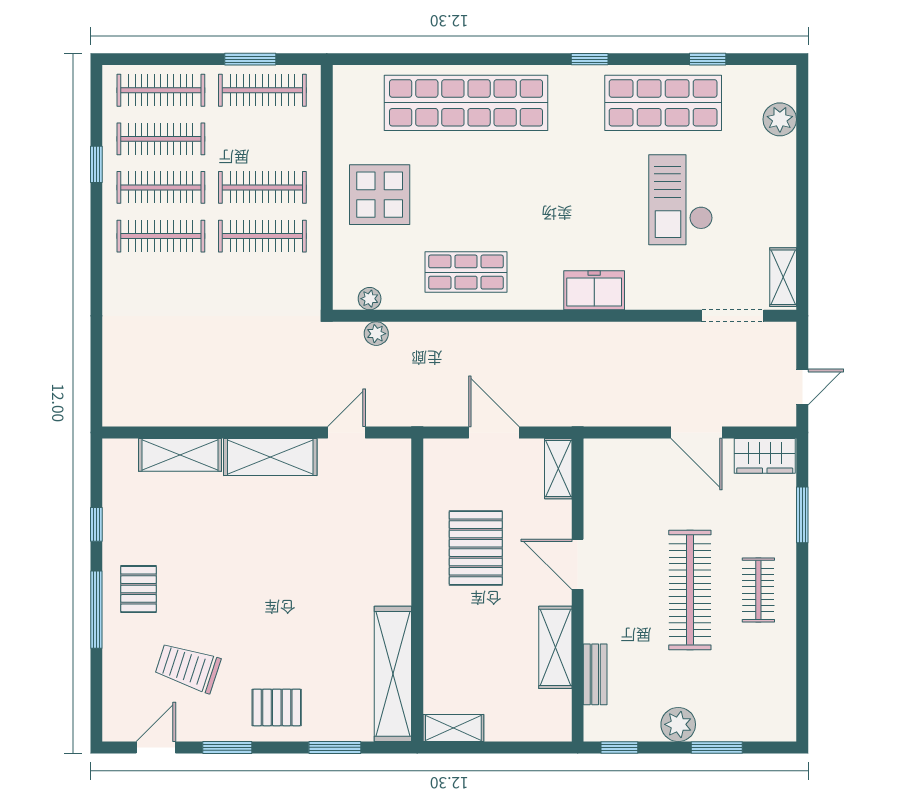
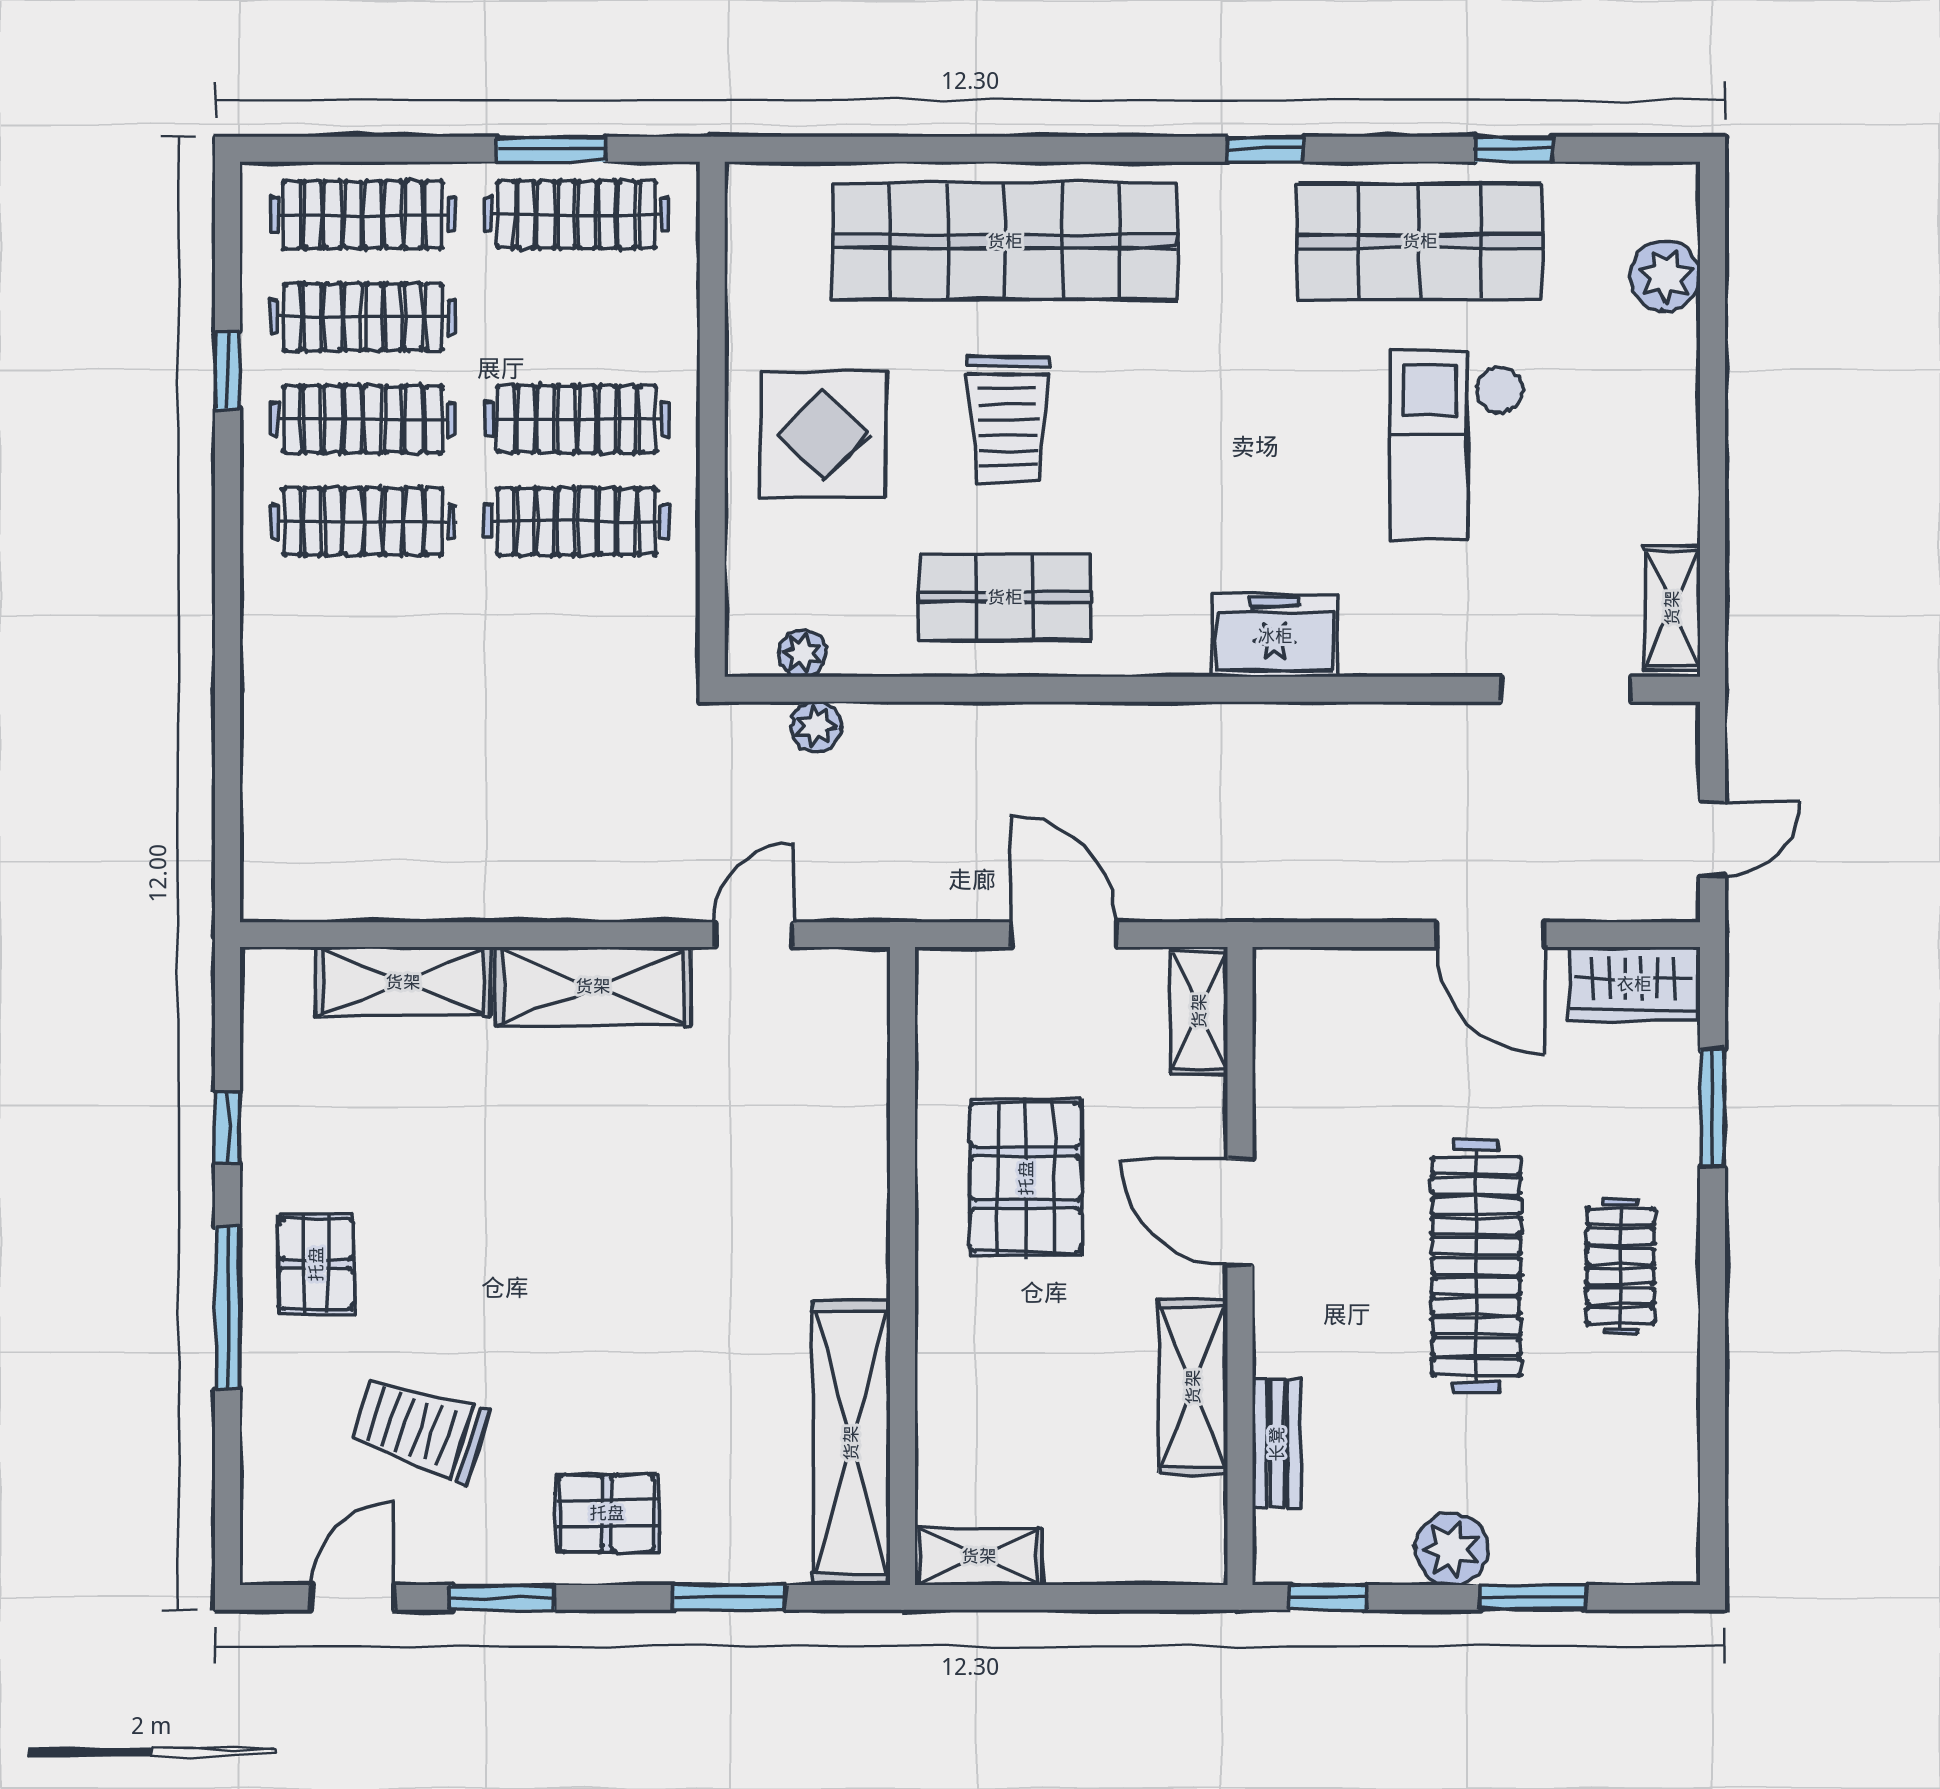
trolley: (467, 187) -> (1007, 419), added

